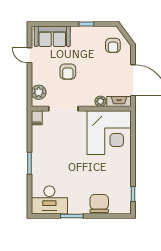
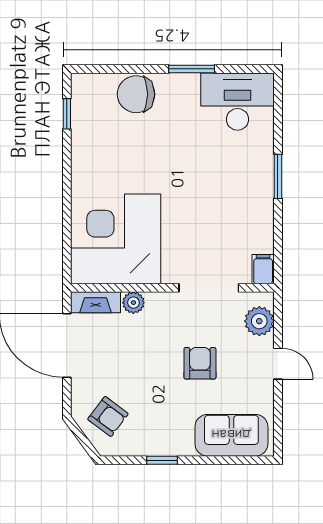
armchair: (113, 45) -> (108, 416), turned 127
door: (30, 55) -> (278, 364), moved
chair: (99, 204) -> (136, 94), turned 90

